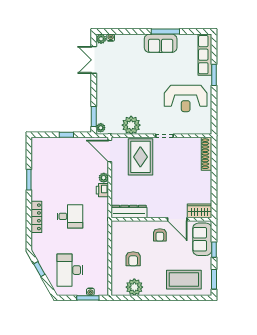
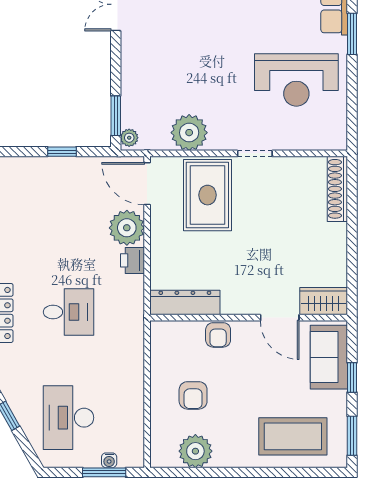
plant: (104, 178) -> (127, 228), width x1.87, depth x1.87
armchair: (160, 235) -> (218, 335), moved

